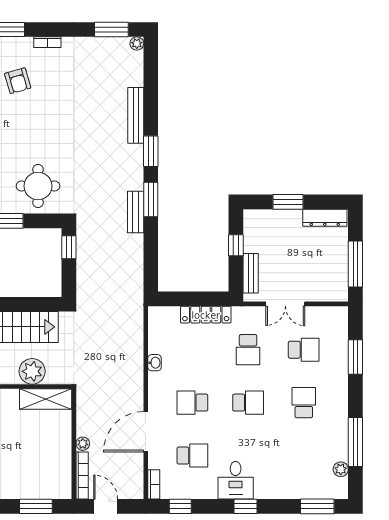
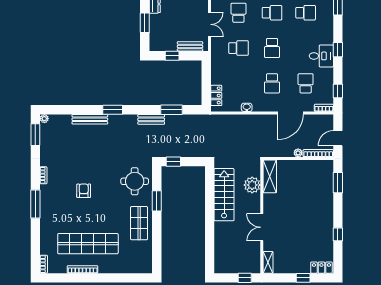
armchair: (18, 81) -> (84, 191), moved, turned -74
window: (151, 199) -> (172, 110), moved
locker: (206, 315) -> (216, 95), moved, width x0.66
school desk: (248, 403) -> (272, 48), turned 180
school desk: (304, 403) -> (272, 13), turned 180
door: (146, 432) -> (290, 113), hinge flipped
school desk: (304, 456) -> (306, 13), added

